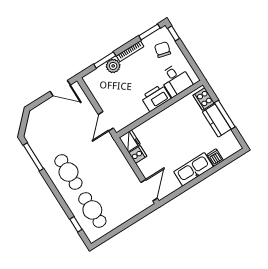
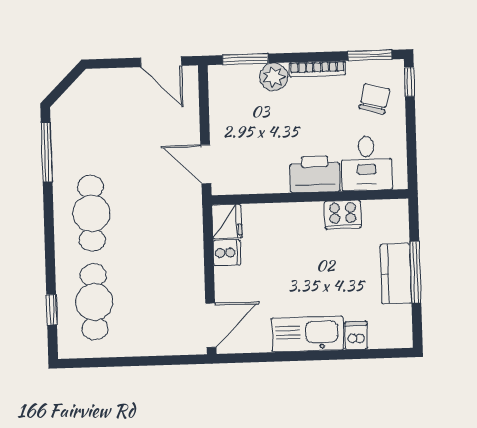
window: (105, 60) -> (245, 59), moved
cooker: (204, 99) -> (343, 215), moved, turned -90
door: (106, 121) -> (206, 164), hinge flipped

